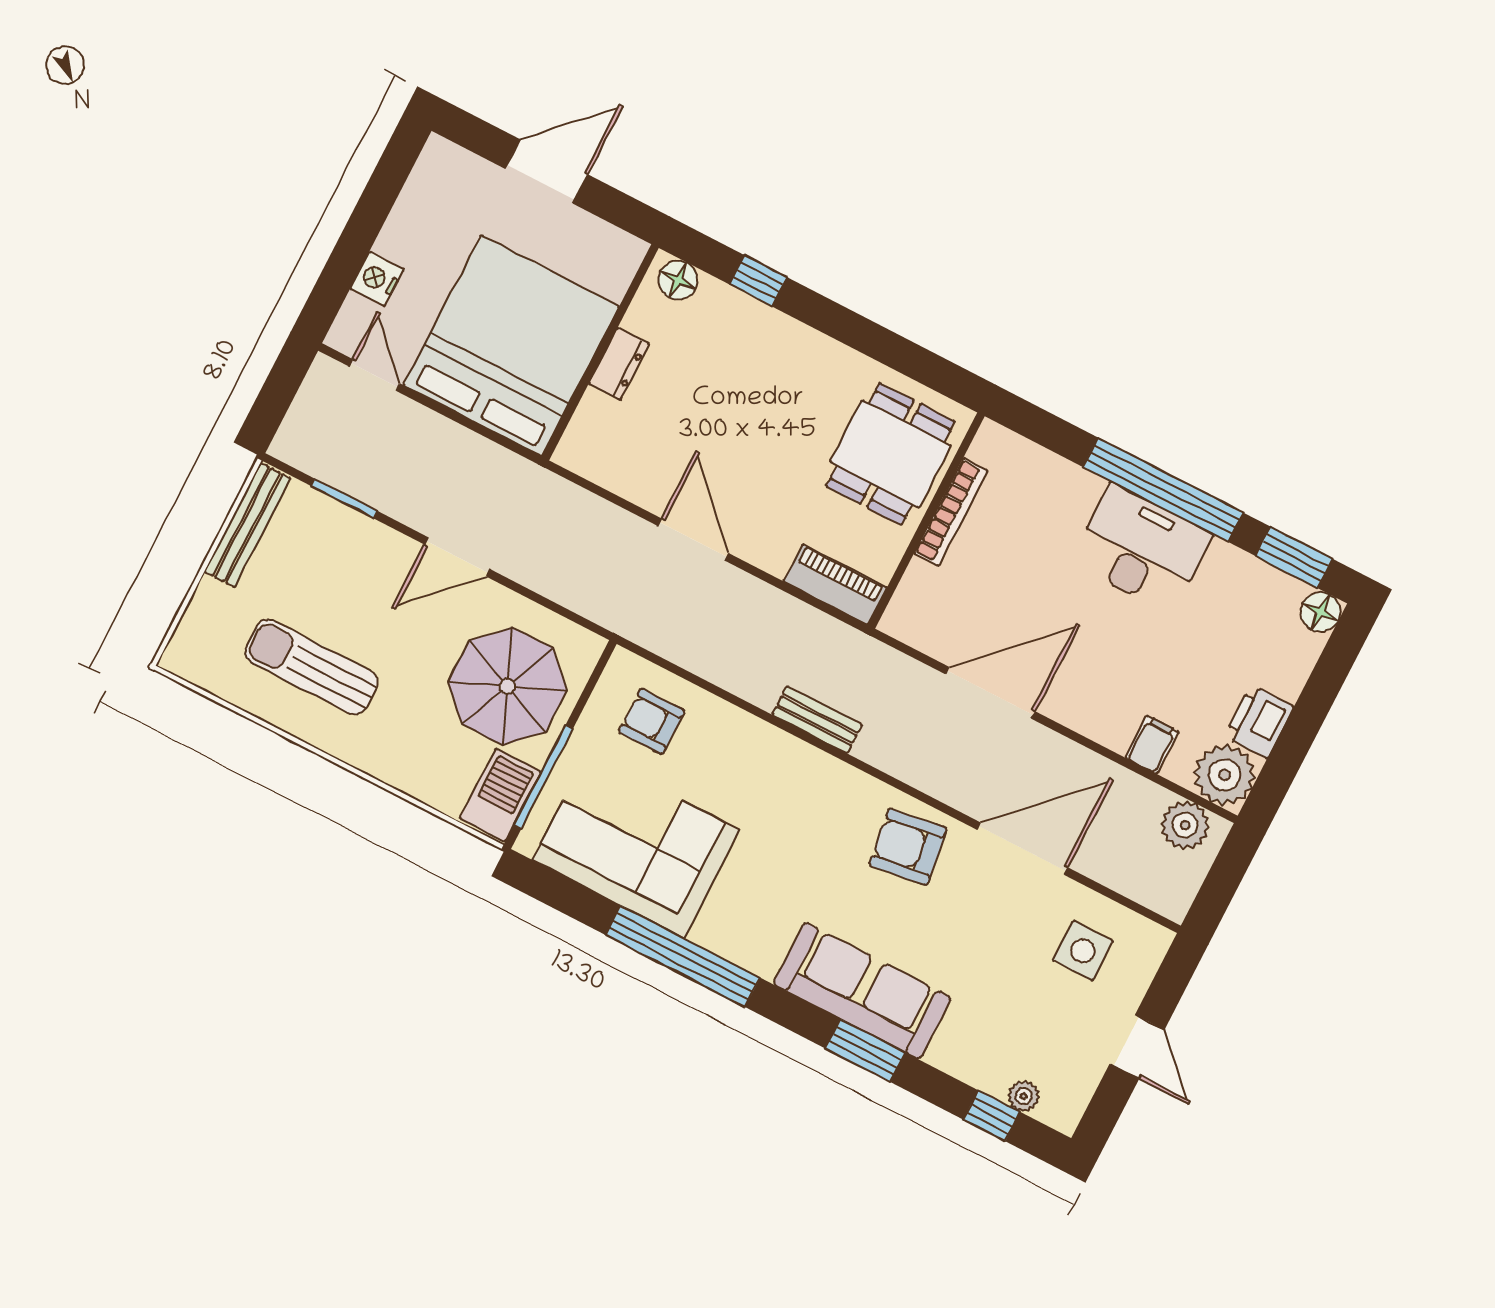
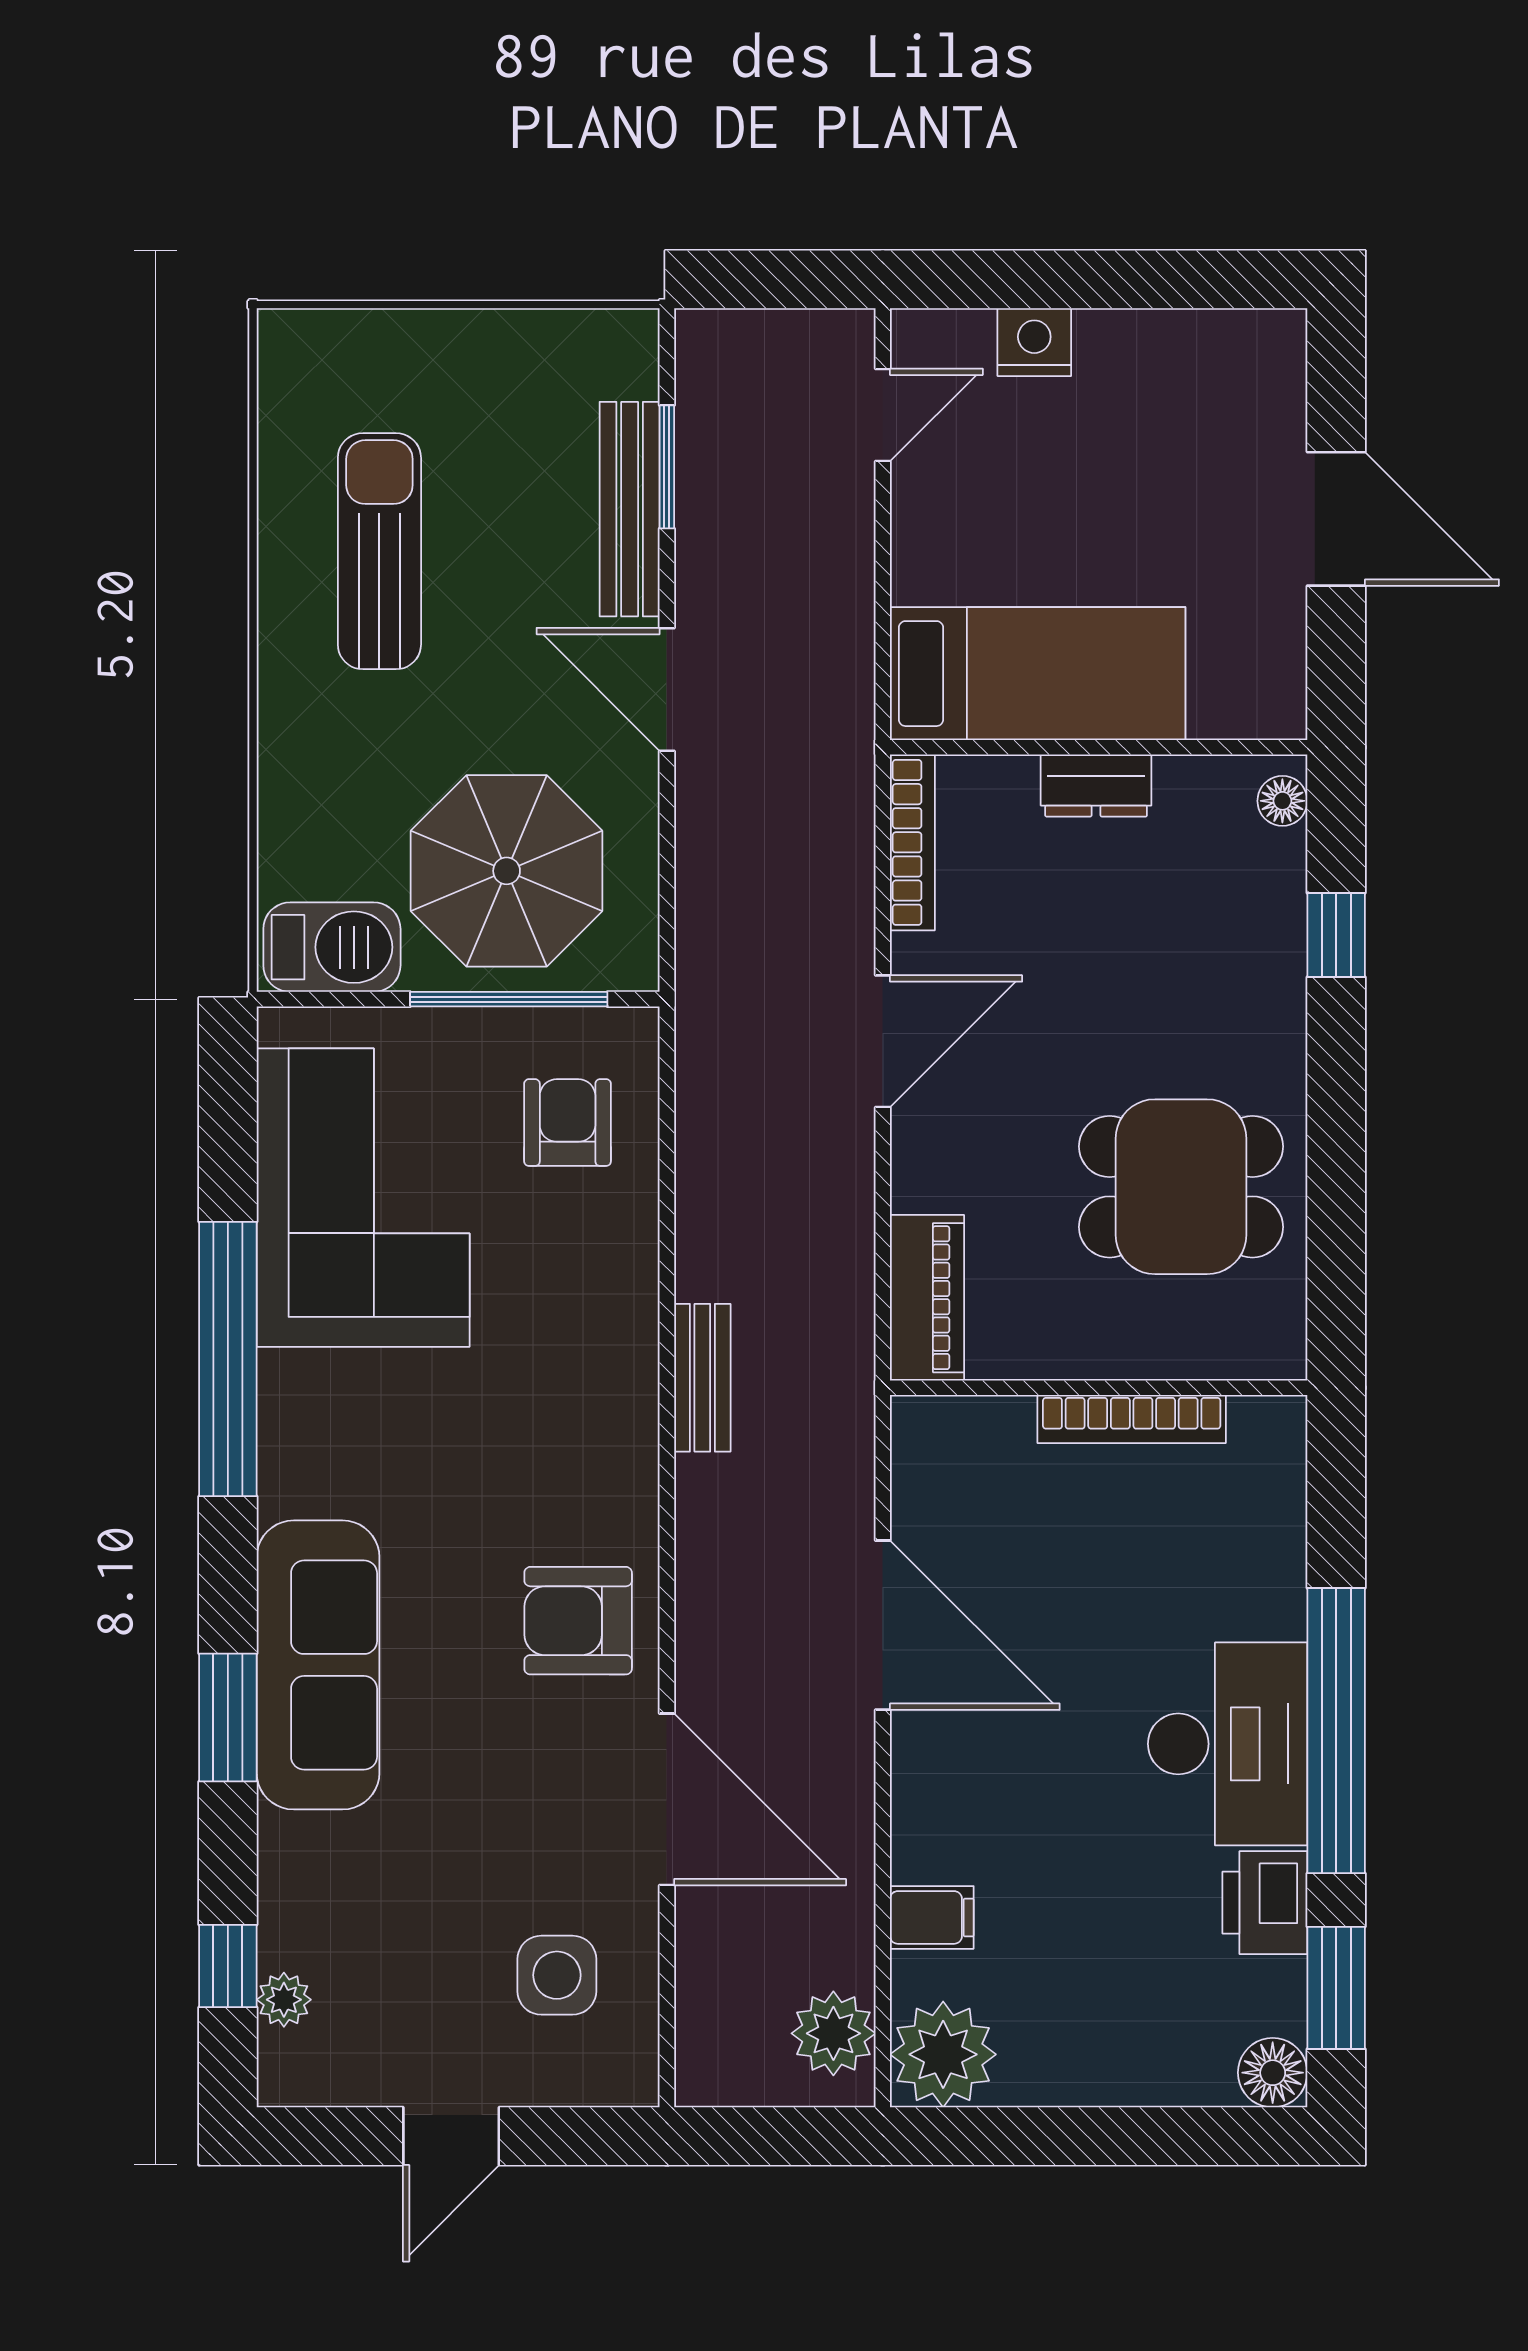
floor lamp: (678, 280) -> (1282, 801), width x0.73, depth x0.73
bed: (511, 346) -> (1038, 674), width x0.49
dining table: (891, 454) -> (1181, 1187), moved
bookcase: (600, 472) -> (912, 842), added
bench: (247, 525) -> (630, 509), moved, turned 90
printer: (1259, 722) -> (1265, 1903), moved, turned -90
window: (543, 777) -> (509, 999), moved
armchair: (908, 847) -> (578, 1621), turned -82

